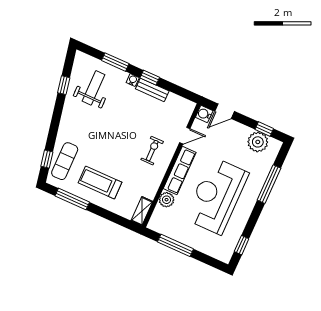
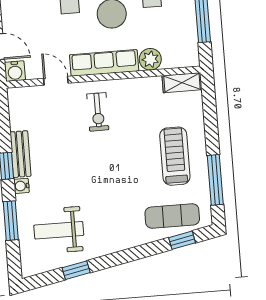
exercise bike: (152, 151) -> (98, 112), turned -90
treadmill: (100, 182) -> (175, 156), turned 180

